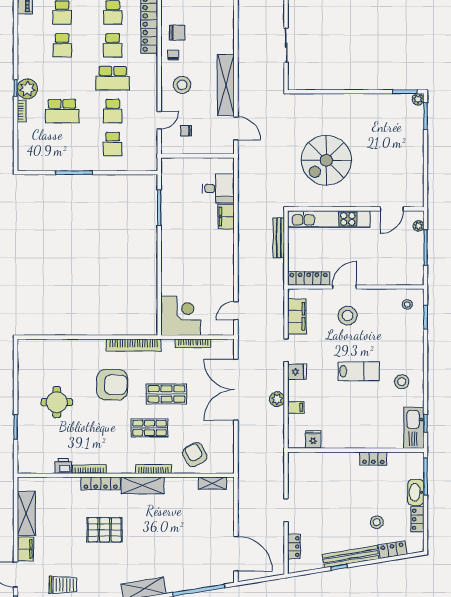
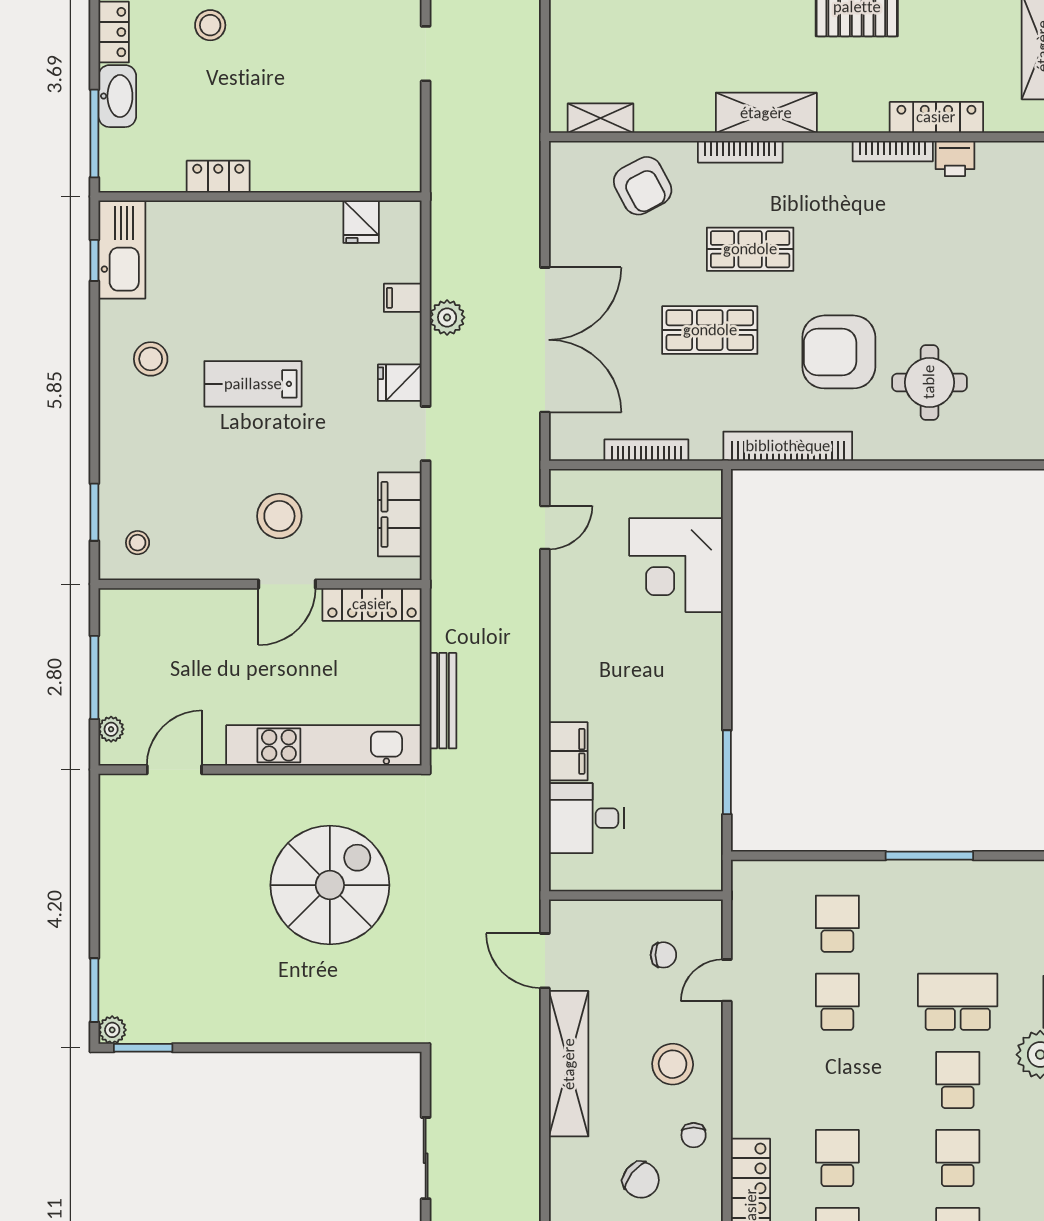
chair: (177, 33) -> (641, 1180), moved, turned -142
school desk: (113, 78) -> (958, 1080), moved, width x0.54
corner desk: (181, 316) -> (676, 565), moved
round table: (57, 402) -> (929, 382), moved
locker: (101, 483) -> (936, 117), moved

